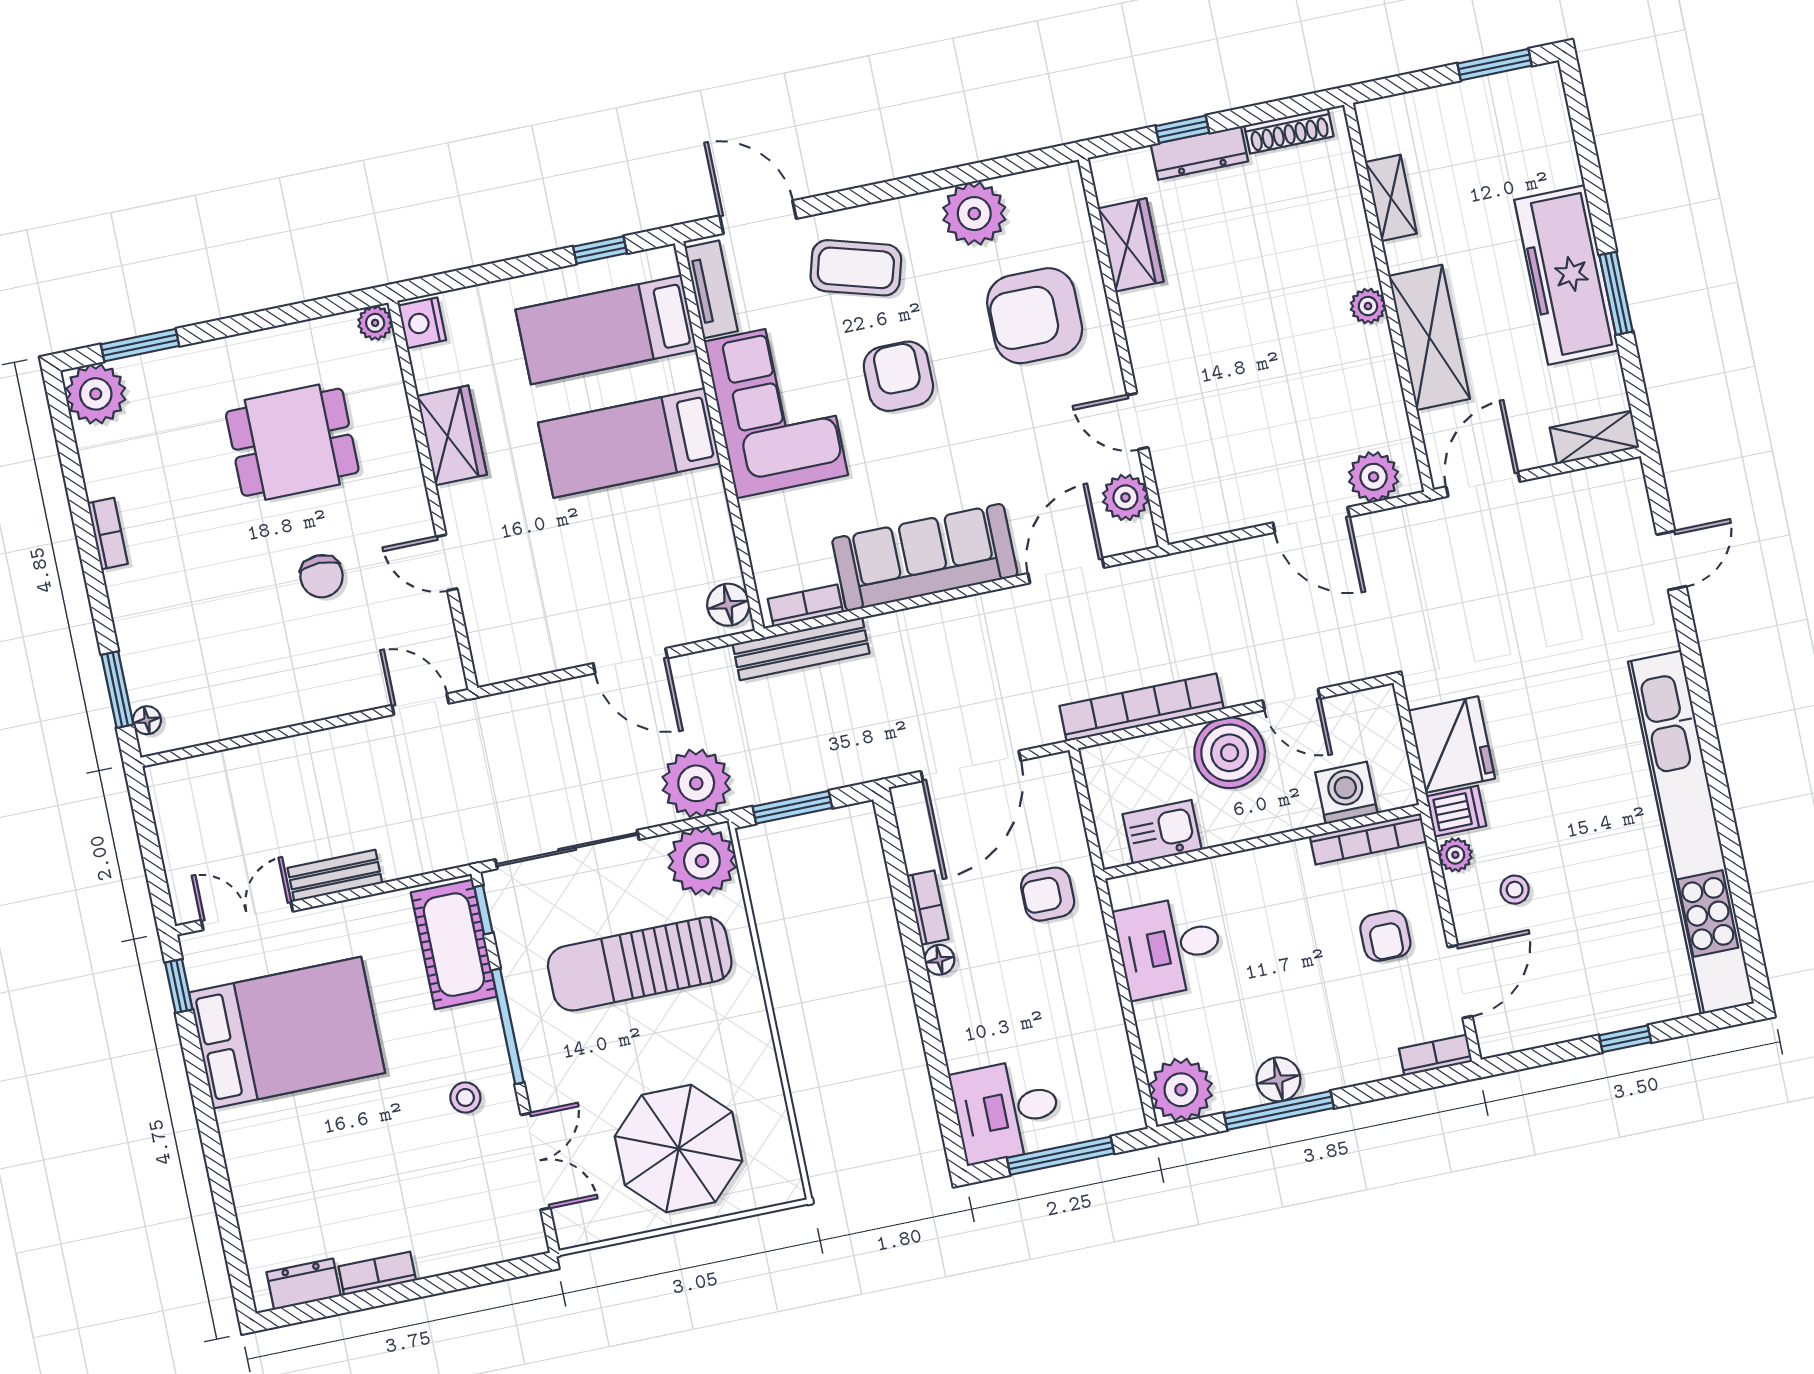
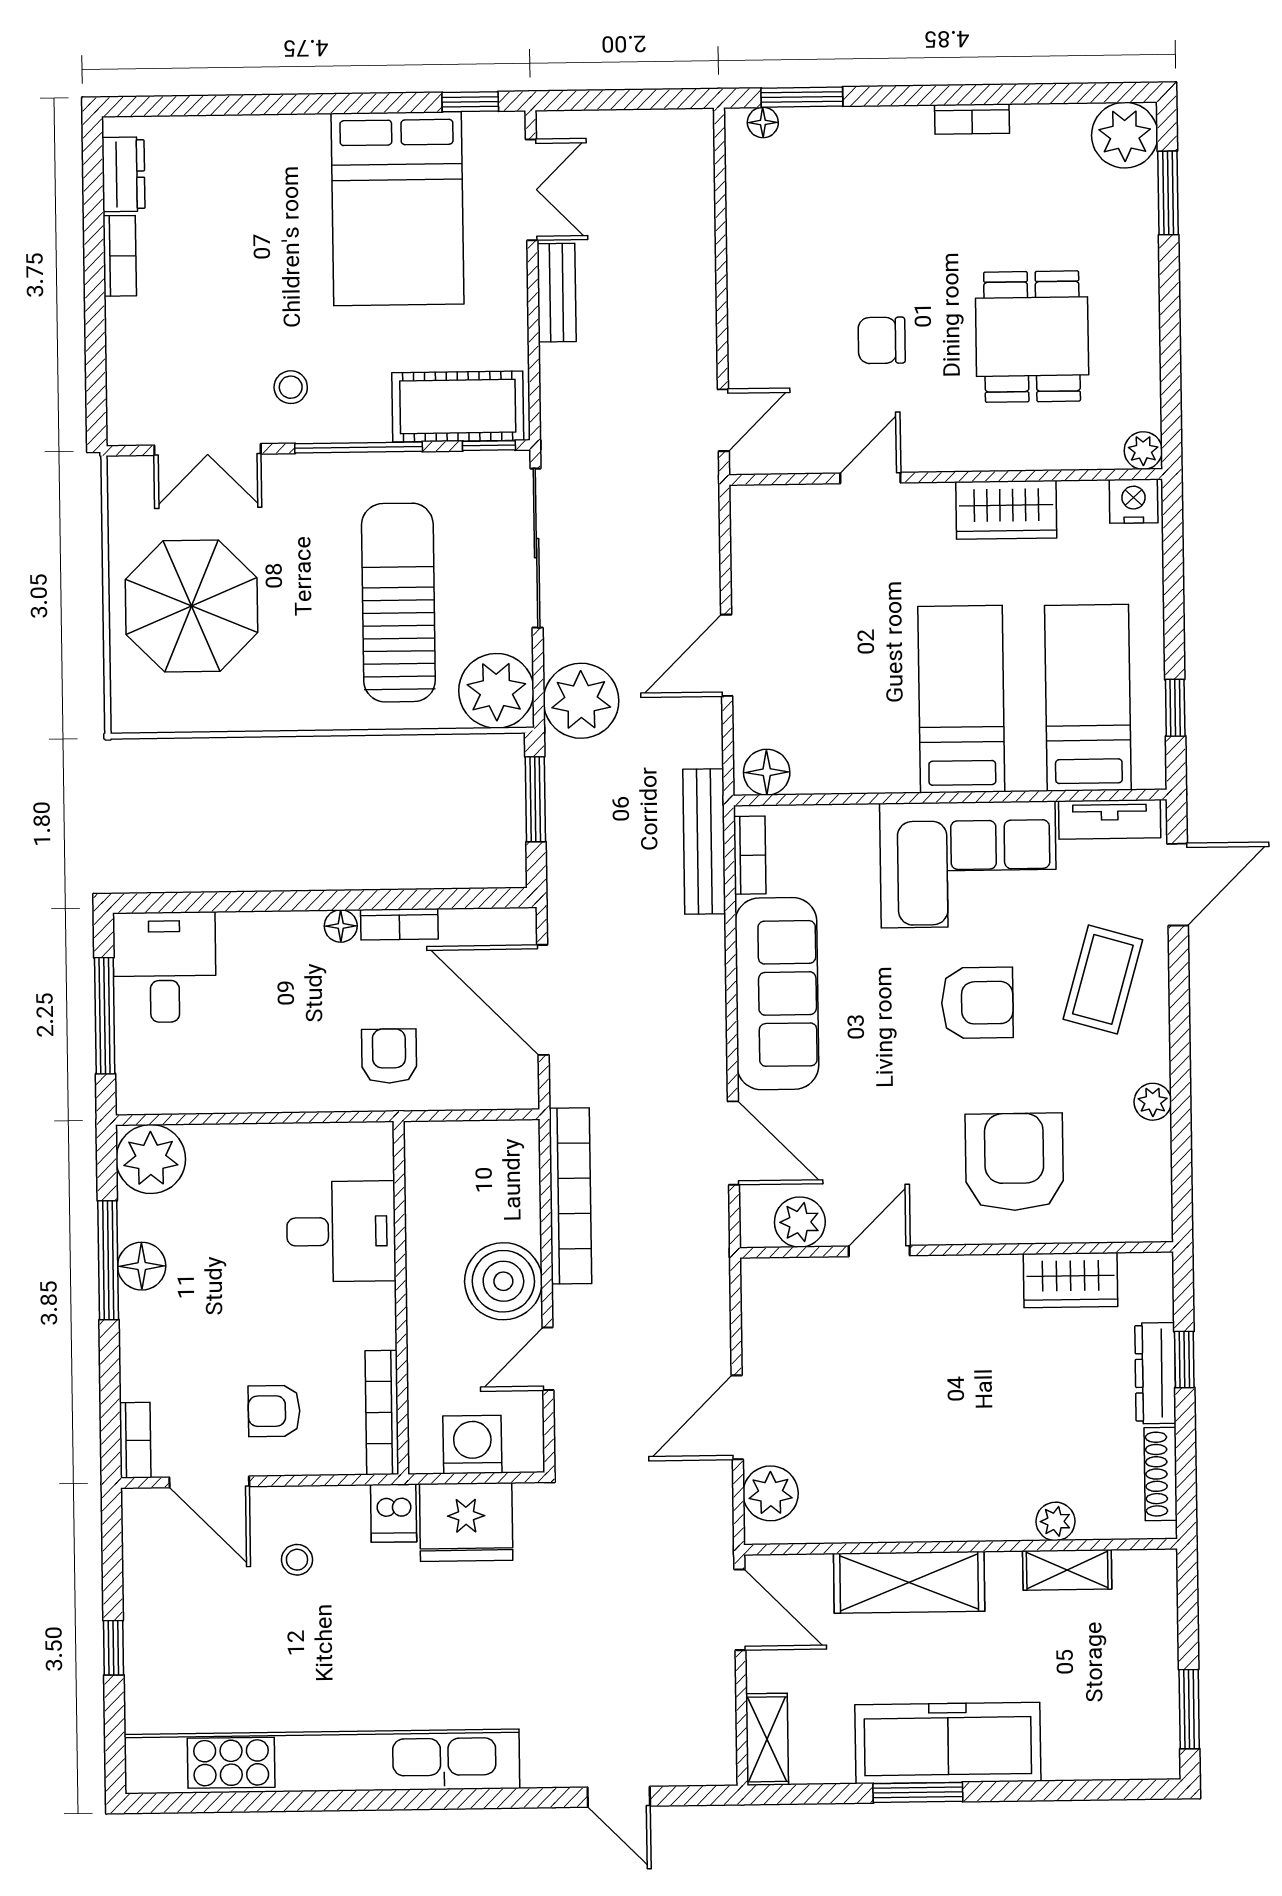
plant: (974, 214) -> (1153, 1102), width x0.53, depth x0.53
plant: (1368, 306) -> (1056, 1521), moved
washing machine: (1346, 793) -> (472, 1444), moved, turned -90
kitchen sink: (1162, 832) -> (432, 1192), removed
plant: (1455, 855) -> (347, 1503), removed
desk: (1169, 947) -> (341, 1231), moved, turned 90

